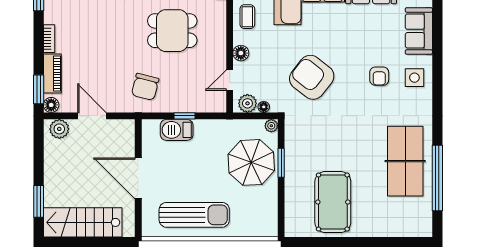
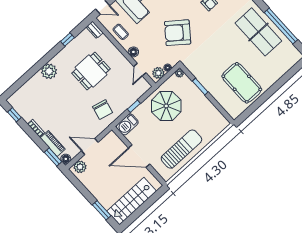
barbecue: (177, 130) -> (127, 124), moved
parasol: (251, 162) -> (166, 106), moved

